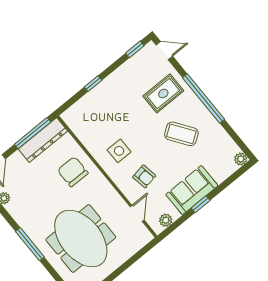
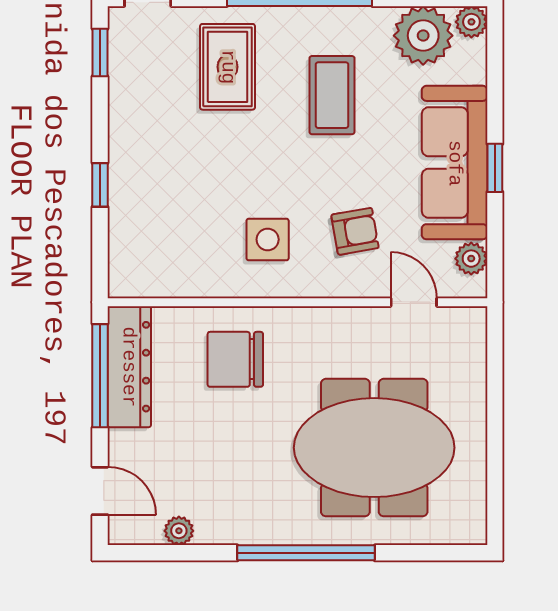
coffee table: (181, 134) -> (332, 95), turned -55
plant: (224, 147) -> (423, 36), added
sofa: (192, 190) -> (455, 163), width x1.36
window: (30, 244) -> (306, 553), width x1.46

